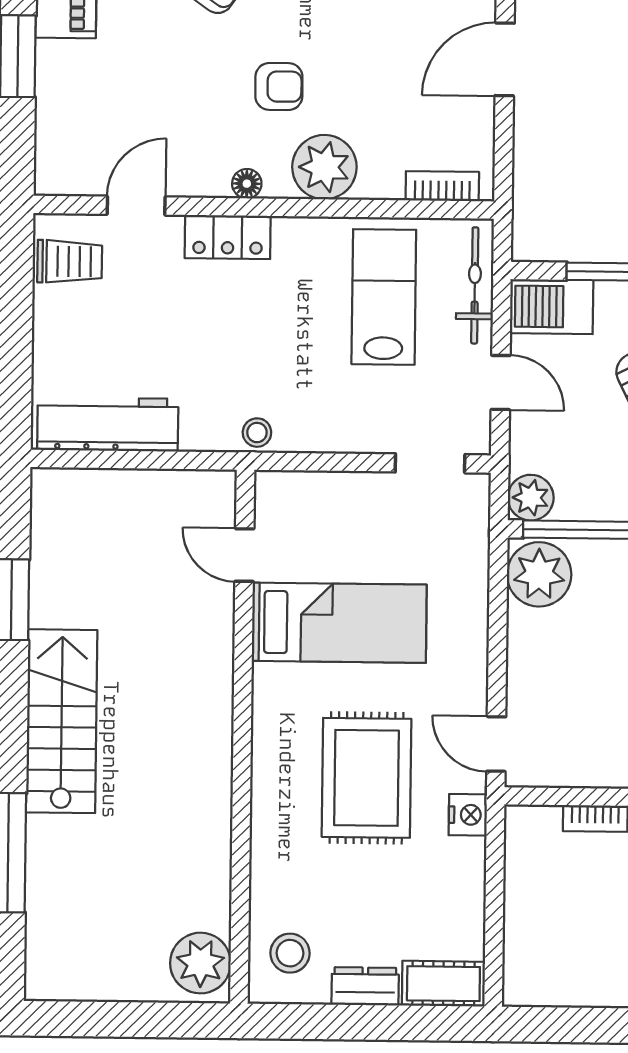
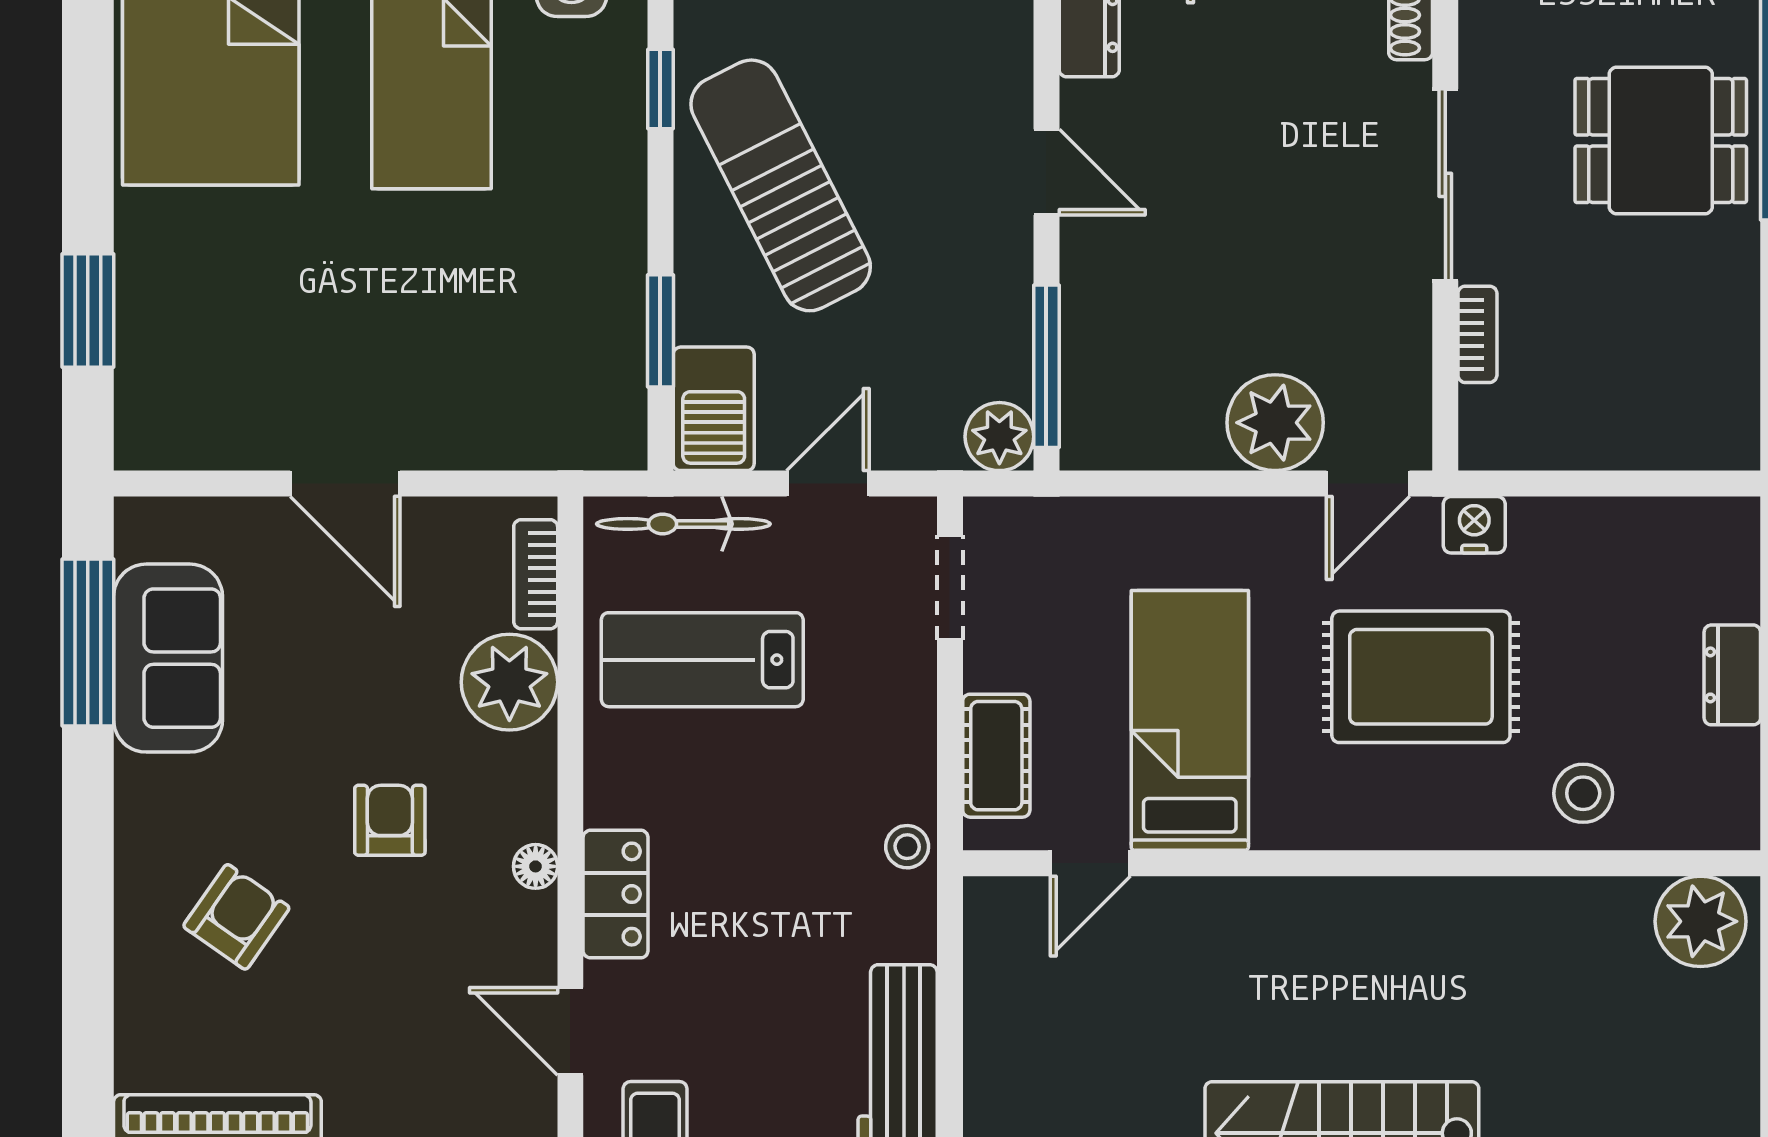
plant: (324, 167) -> (509, 682), moved
plant: (539, 574) -> (1275, 423), moved
stool: (290, 953) -> (1583, 793), moved
cot: (443, 984) -> (996, 756), moved

